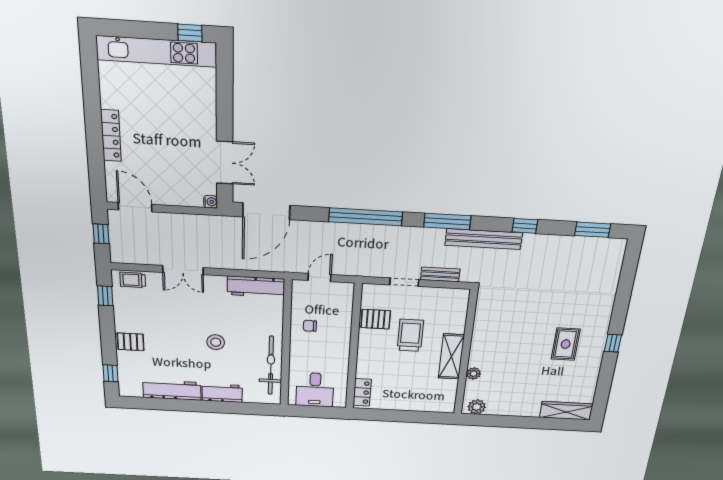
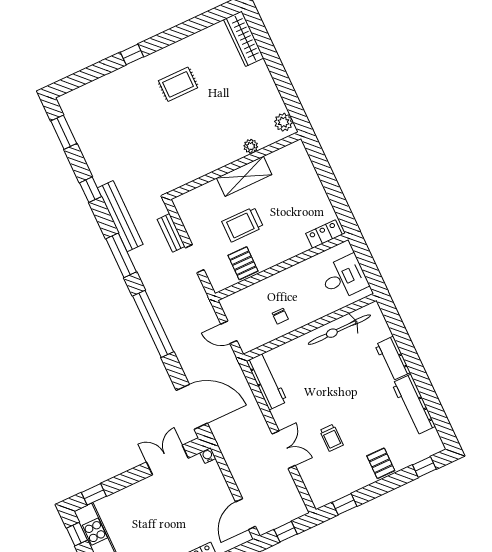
window: (225, 73) -> (94, 494), added
trolley: (133, 280) -> (331, 438), moved
stool: (216, 342) -> (341, 389), removed
window: (613, 343) -> (132, 54), moved

